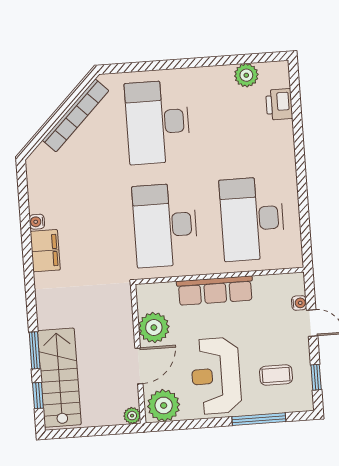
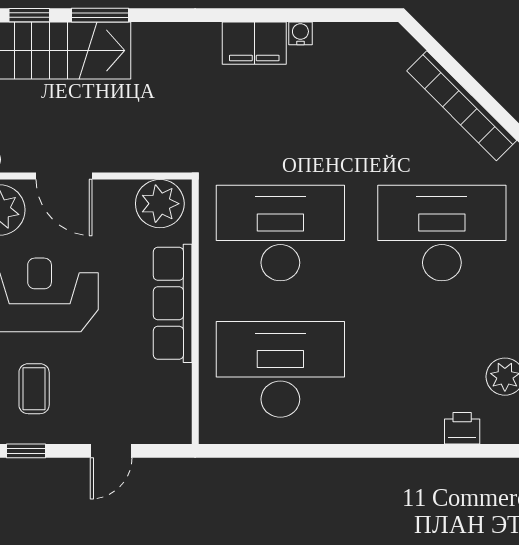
printer: (279, 104) -> (462, 428), width x0.73, depth x0.81
water cooler: (299, 303) -> (144, 433), removed
plant: (154, 327) -> (160, 204), moved

